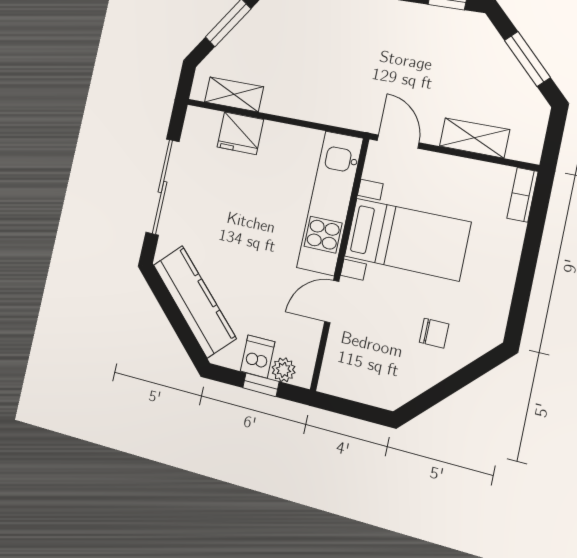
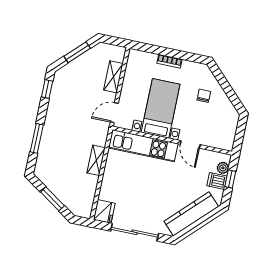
shelving: (234, 94) -> (96, 160), moved
fridge: (240, 133) -> (104, 211), moved
bookcase: (522, 195) -> (169, 61), moved

